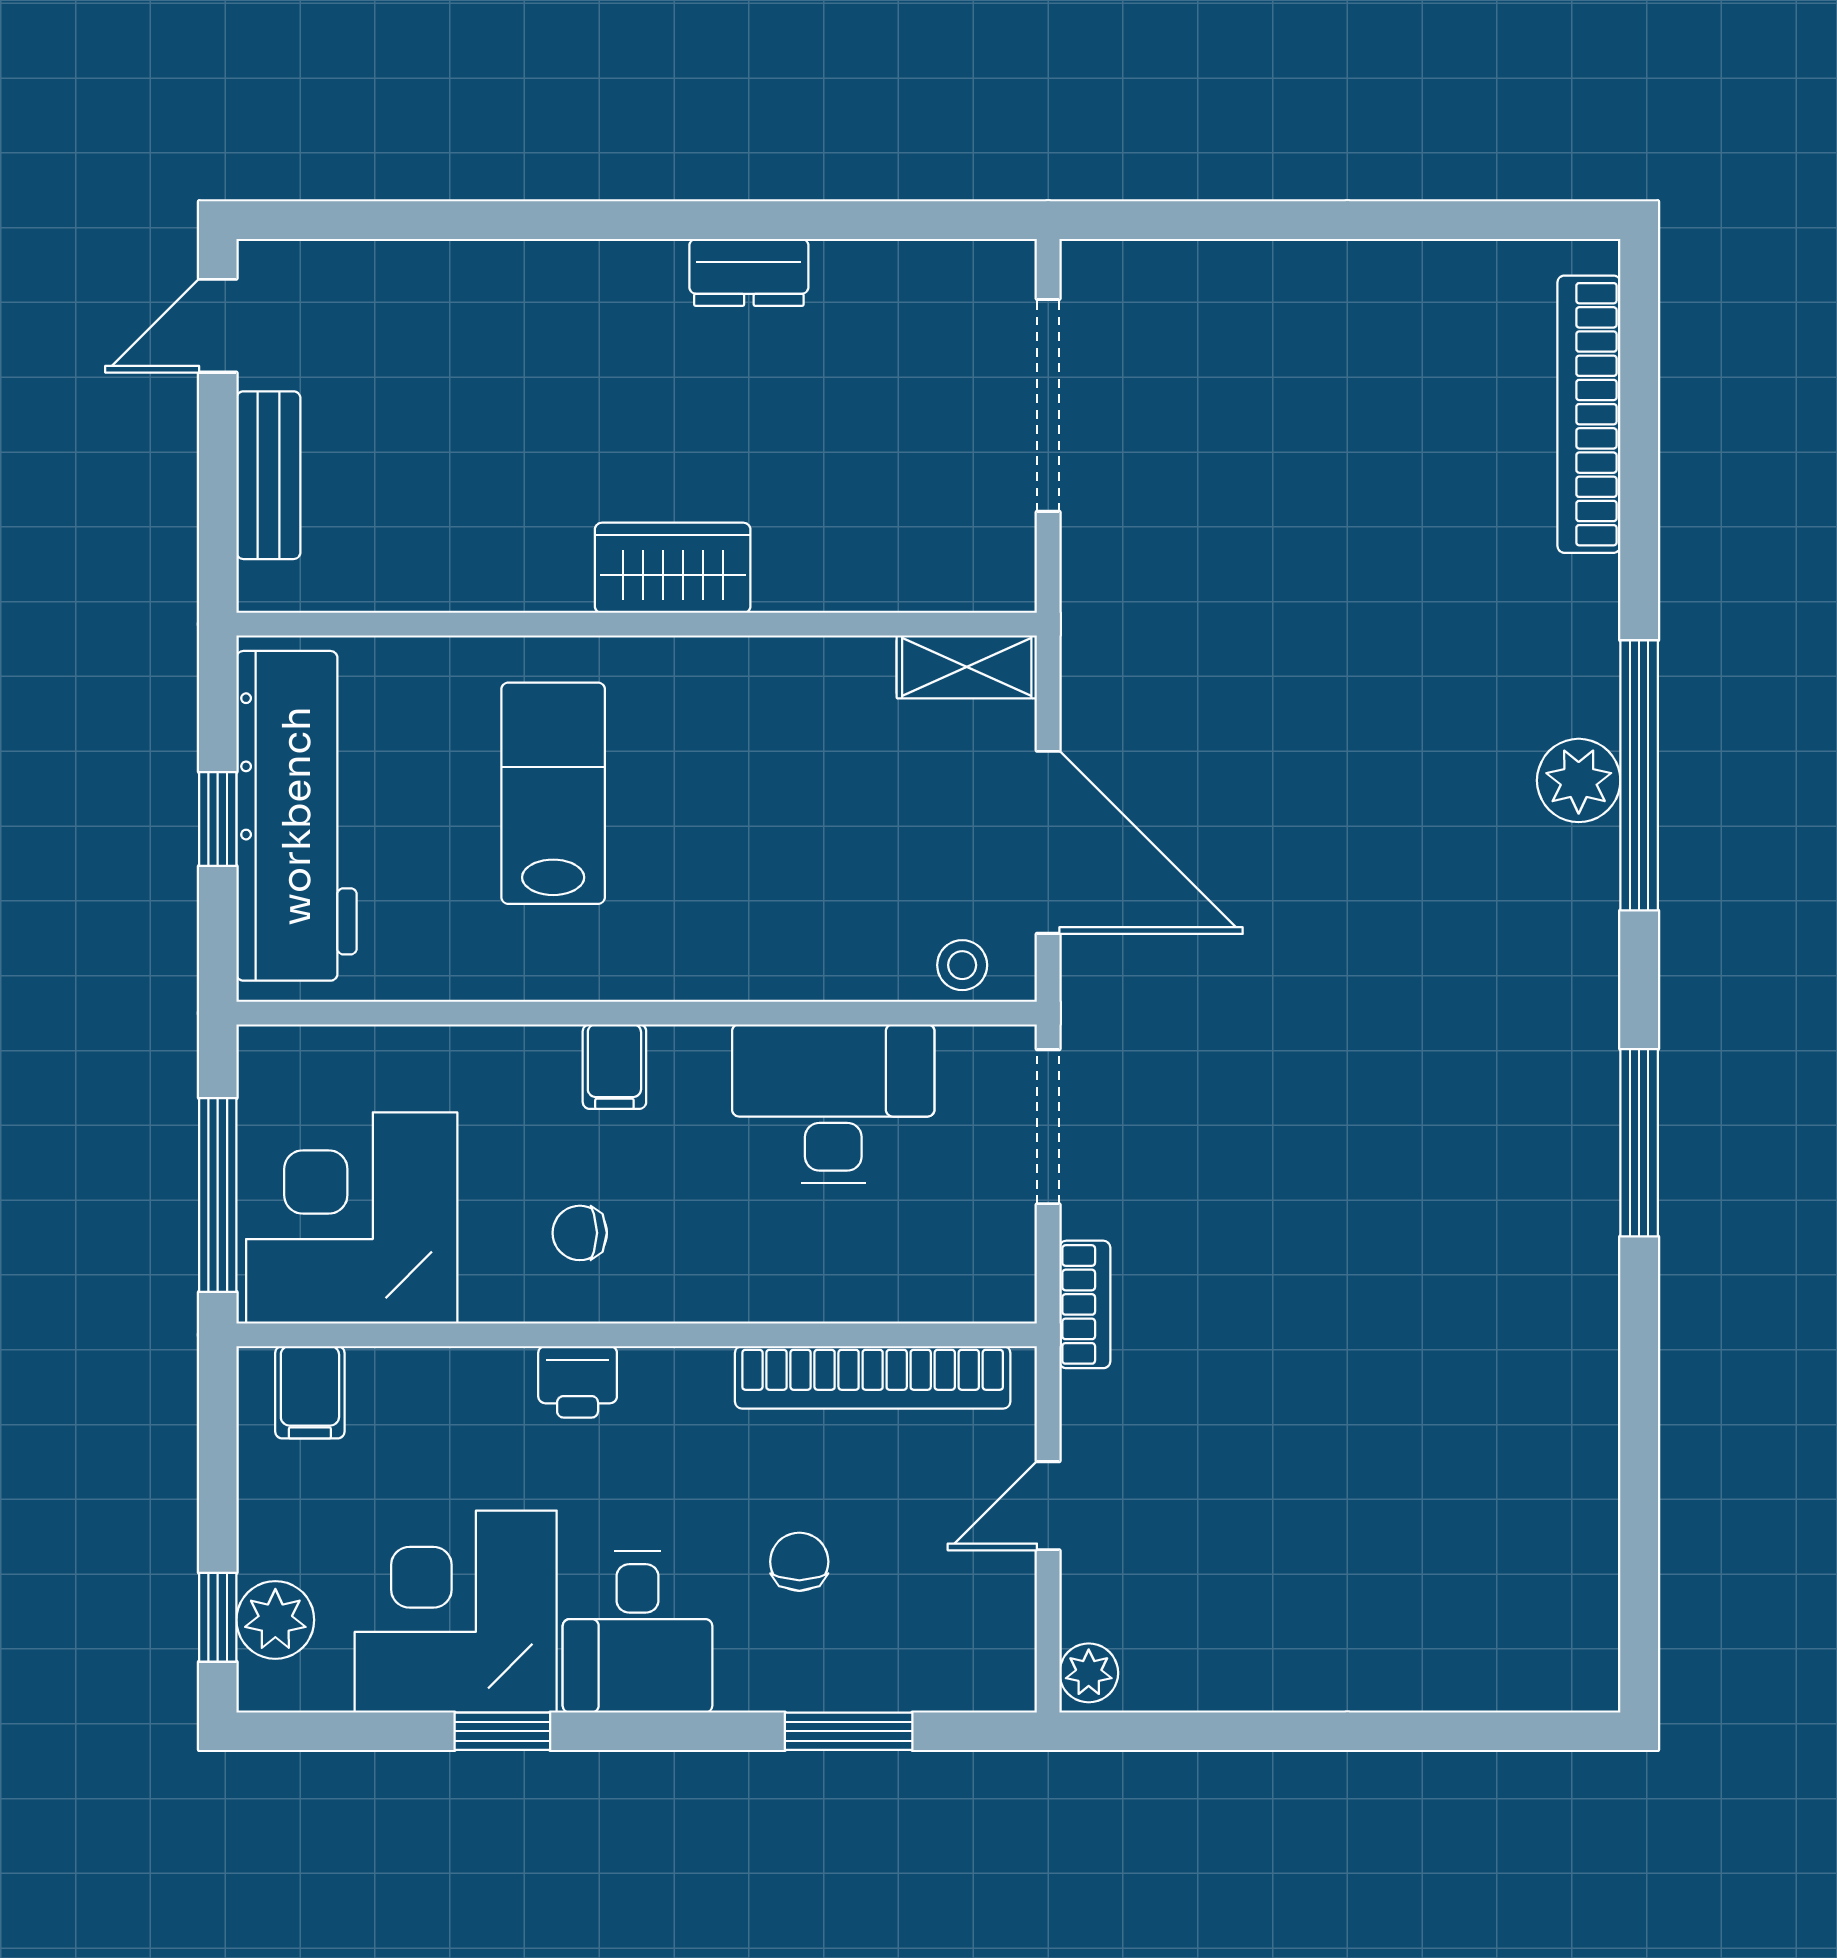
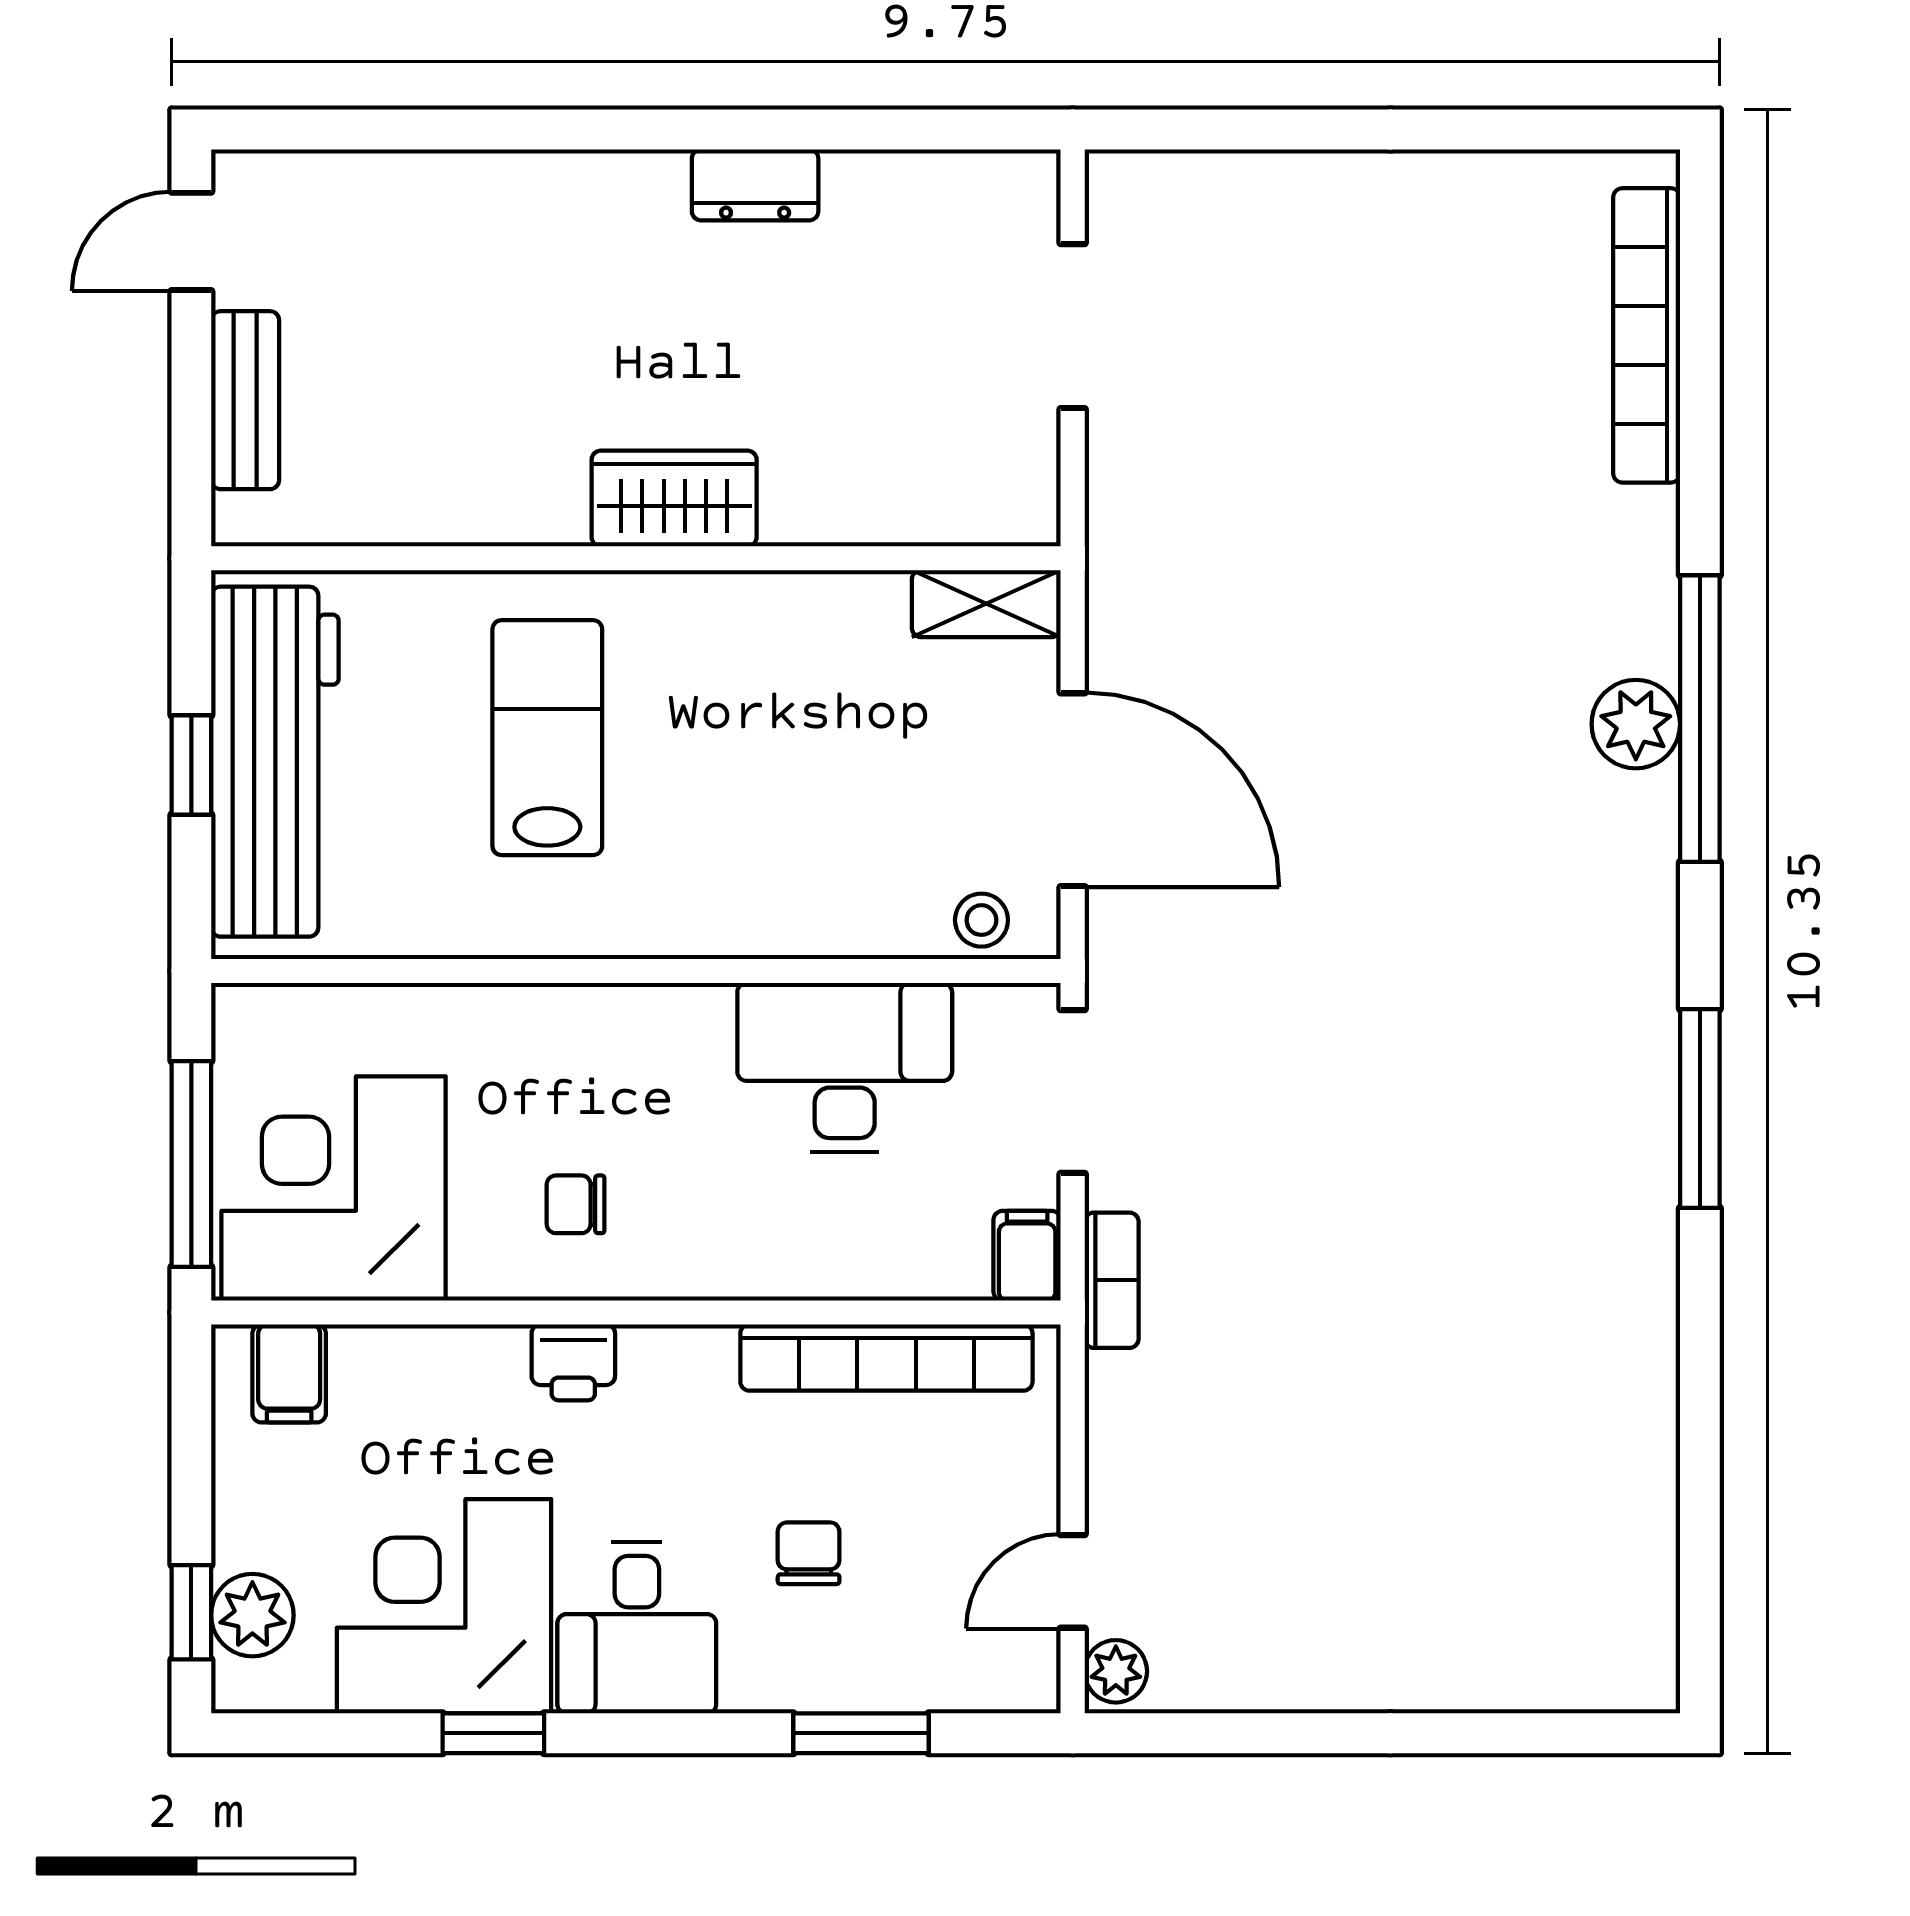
doorway: (1048, 405) -> (1073, 326), width x0.73
filing cabinet: (614, 1067) -> (1027, 1256), moved, turned 180
door: (1048, 1506) -> (1073, 1581), moved

